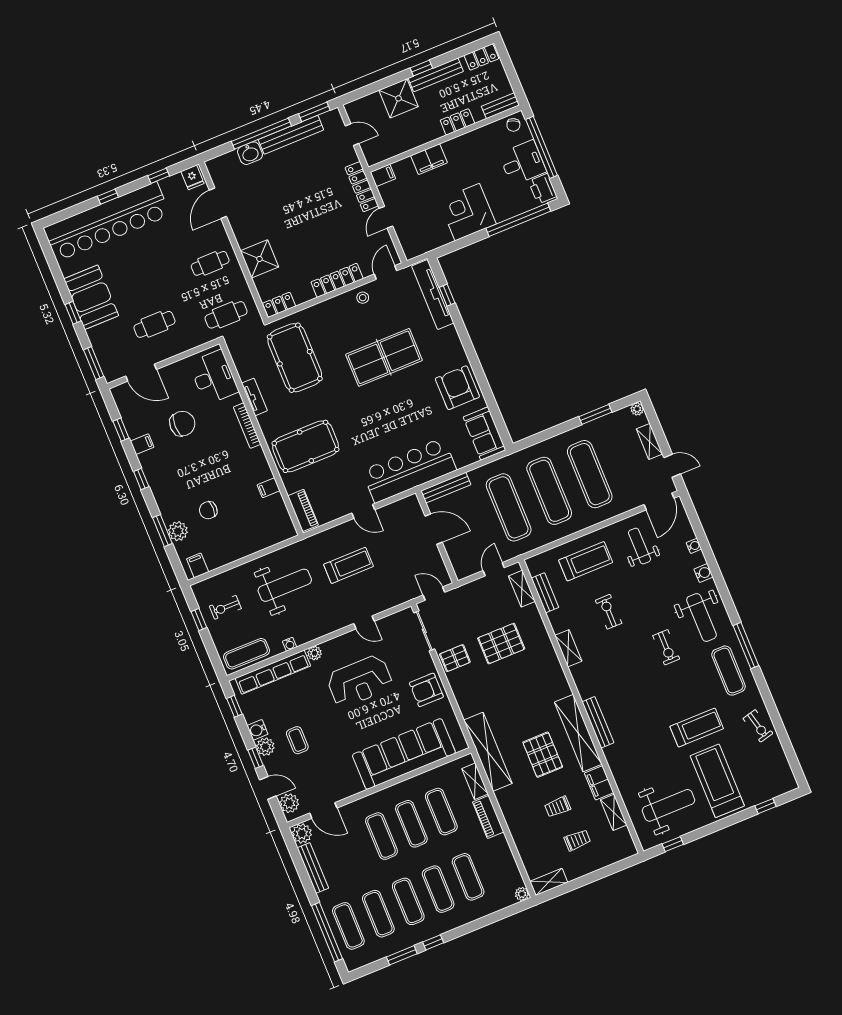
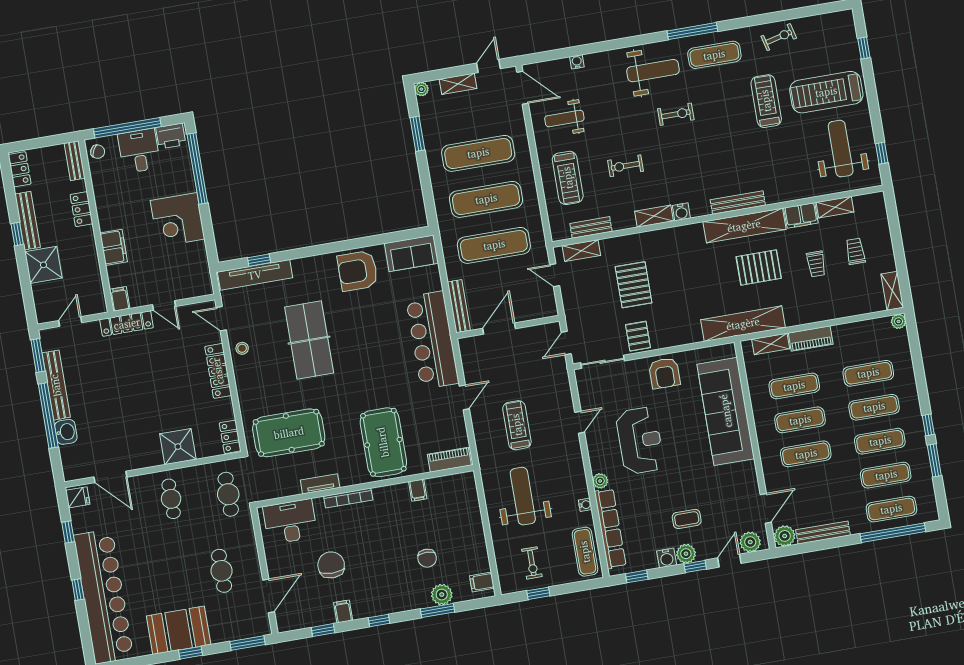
treadmill: (586, 561) -> (568, 178), turned 180
water cooler: (704, 573) -> (681, 212), moved, turned 180

